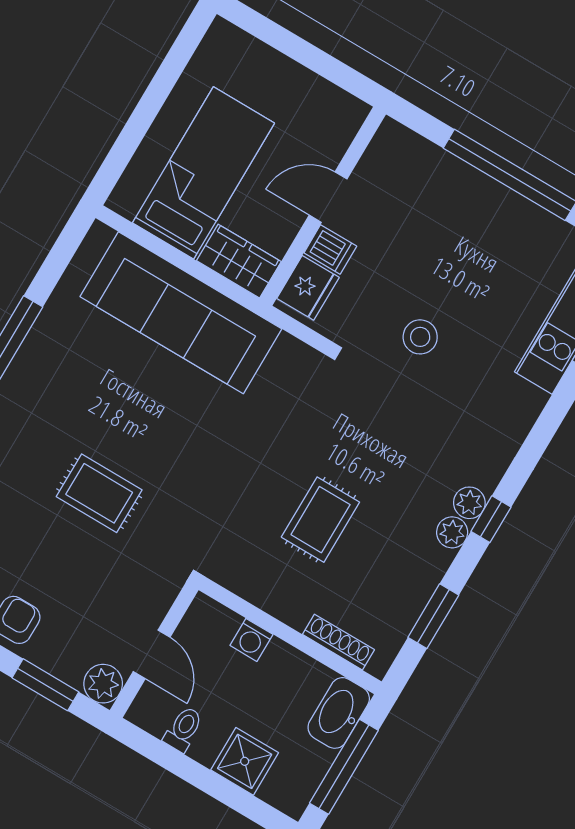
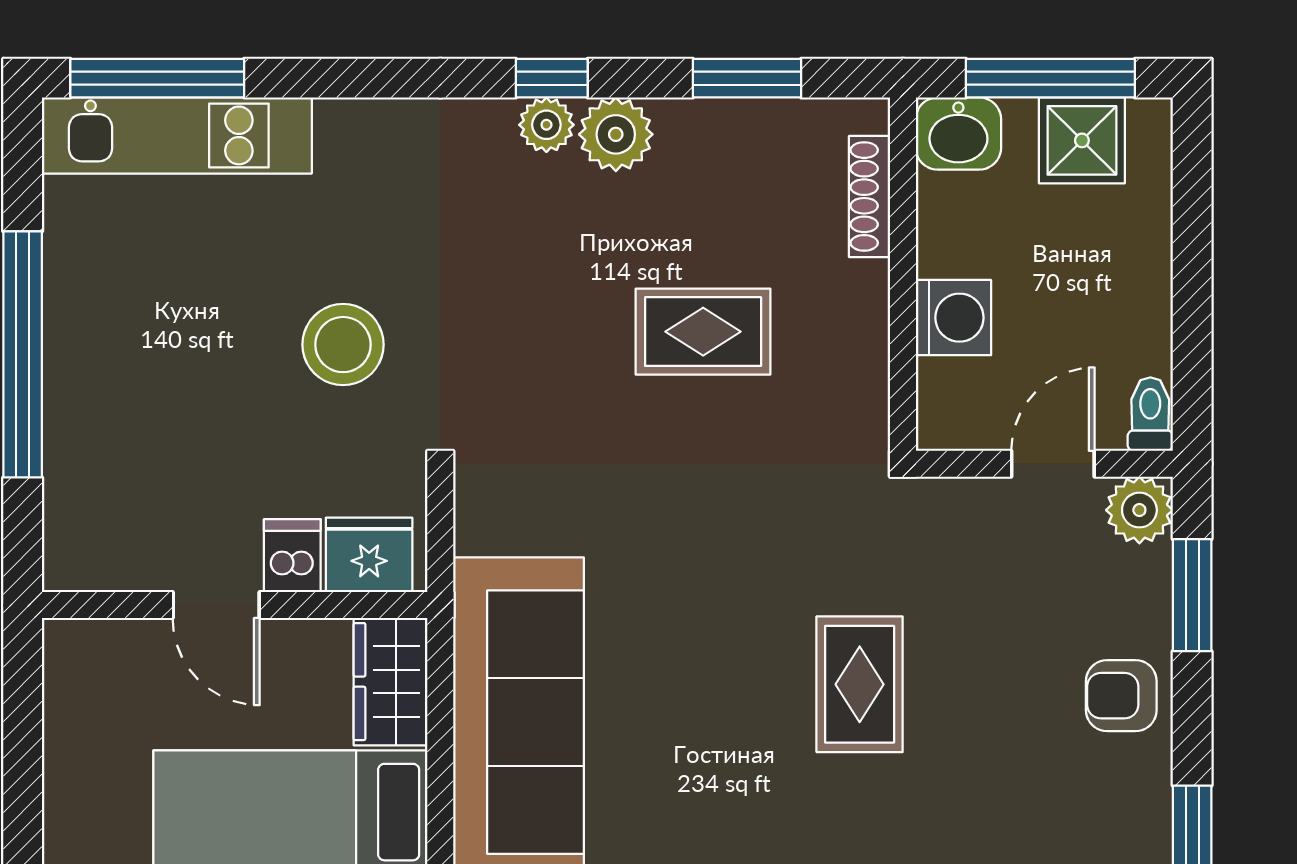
stool: (420, 337) -> (343, 345), width x1.38, depth x1.38
plant: (452, 532) -> (616, 134), width x1.38, depth x1.38
washing machine: (251, 640) -> (953, 318), width x1.38, depth x1.38
washbasin: (339, 713) -> (958, 134), width x0.72
toilet: (183, 729) -> (1150, 414), moved, turned 90
shower: (245, 761) -> (1082, 140), moved

